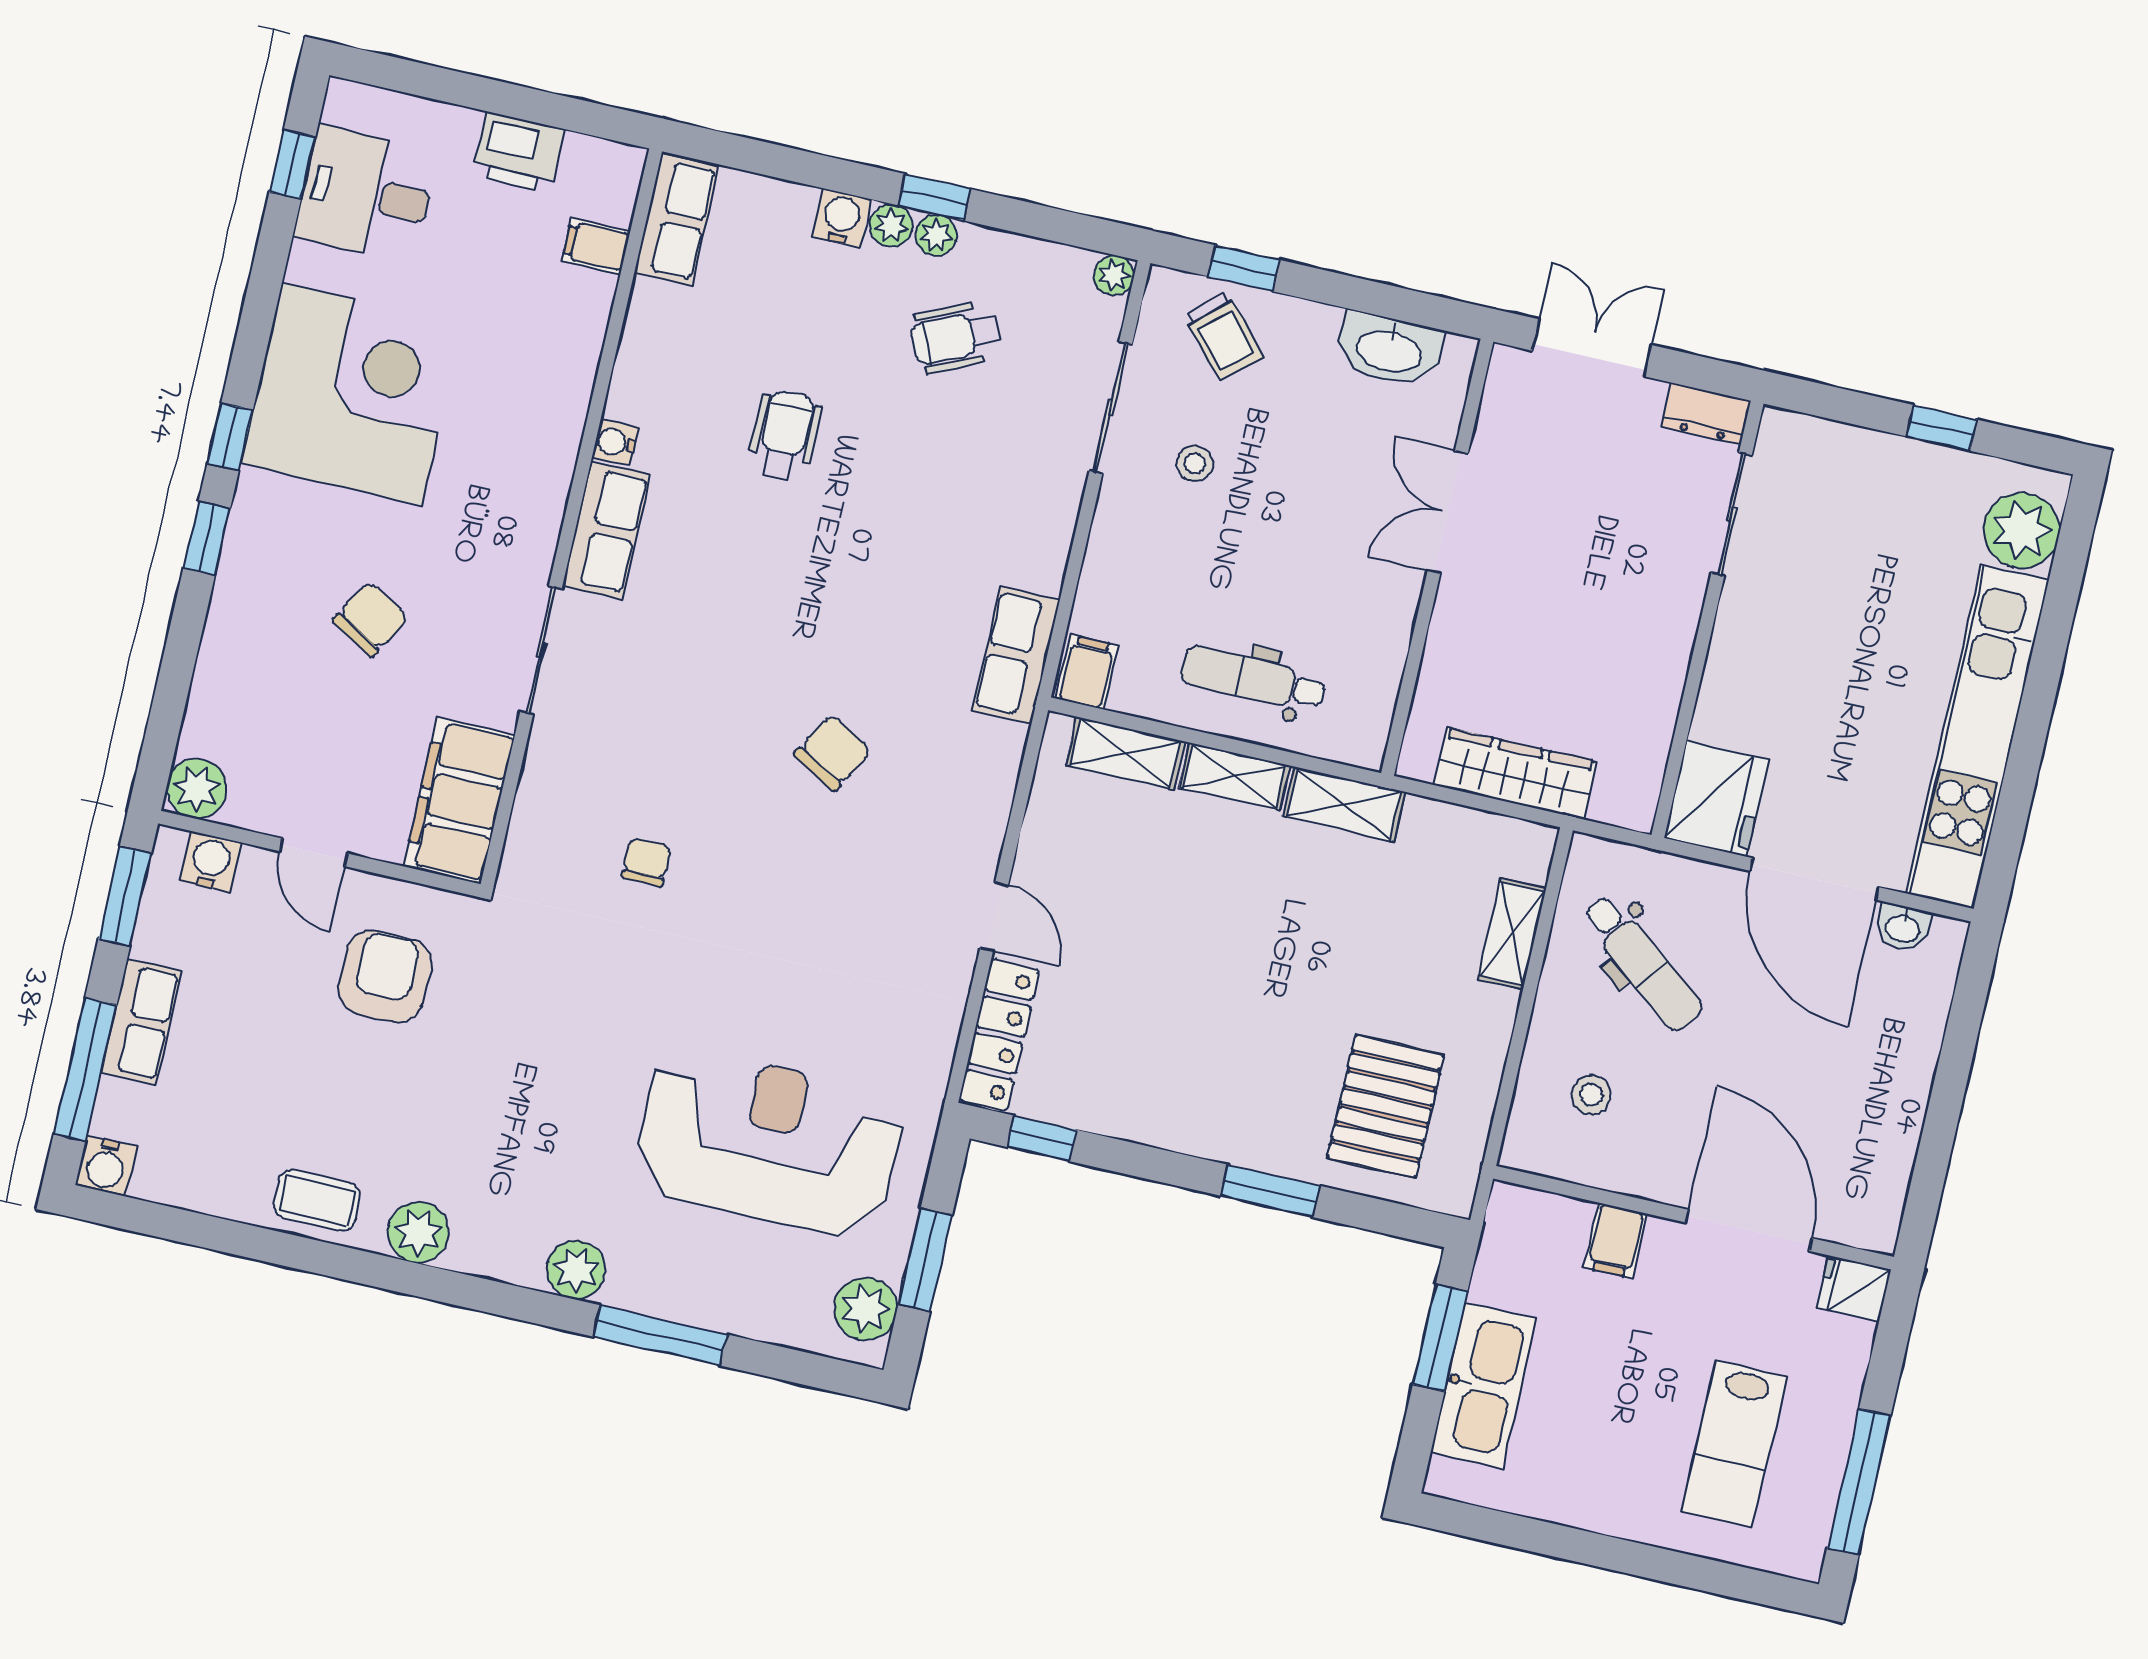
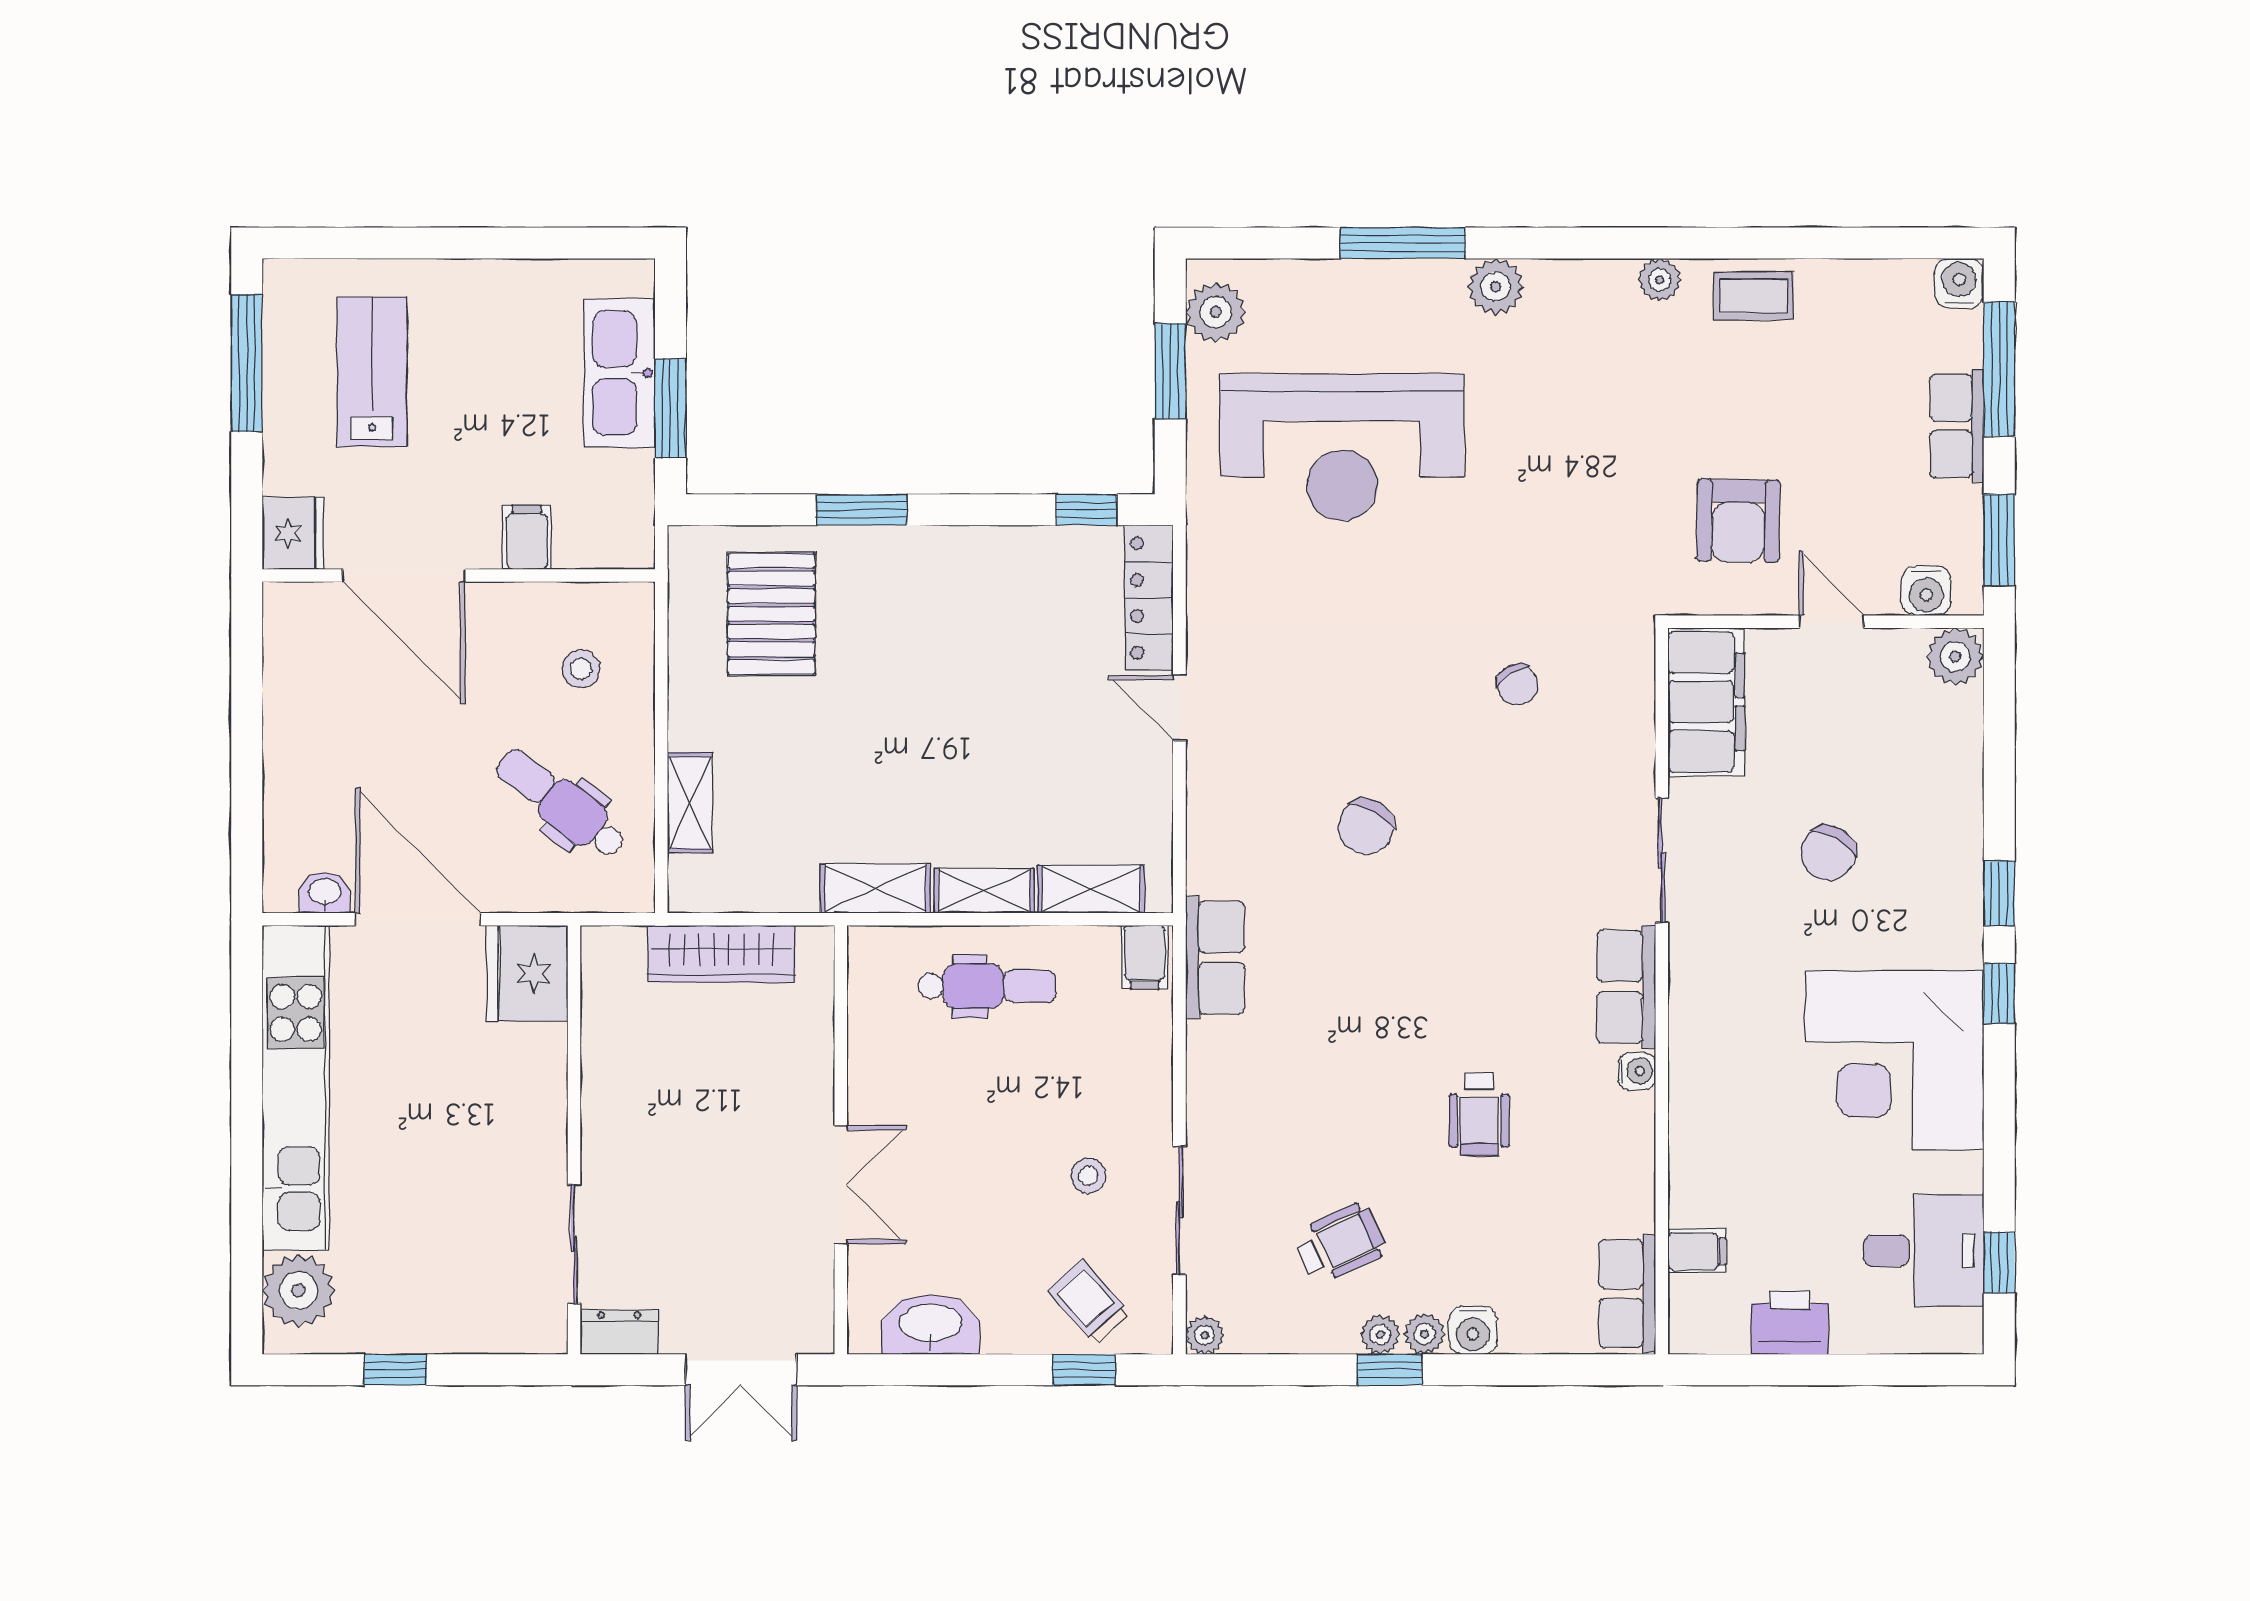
chair: (646, 862) -> (1517, 684), turned -32
plant: (418, 1232) -> (1660, 280), width x0.73, depth x0.73
fridge: (1854, 1289) -> (293, 533), width x1.38

